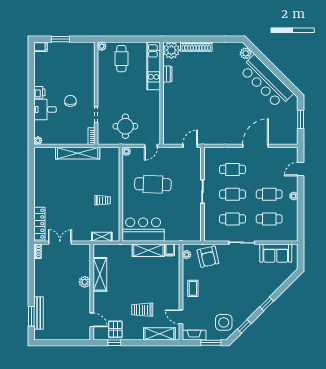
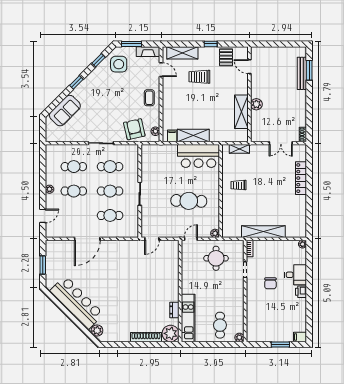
locker: (39, 224) -> (301, 178), moved
sofa: (276, 253) -> (65, 111), moved, turned 135
trolley: (142, 310) -> (199, 77), turned 180
window: (114, 343) -> (211, 44), moved

